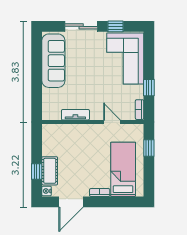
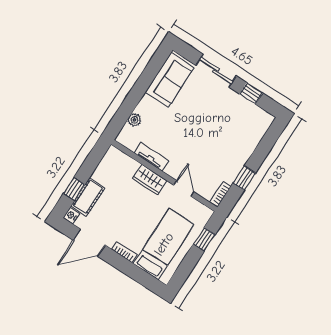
corner sofa: (125, 59) -> (240, 133), removed
sofa: (53, 61) -> (170, 80), width x0.73
plant: (47, 97) -> (134, 120), added
wardrobe: (84, 131) -> (150, 179), added

